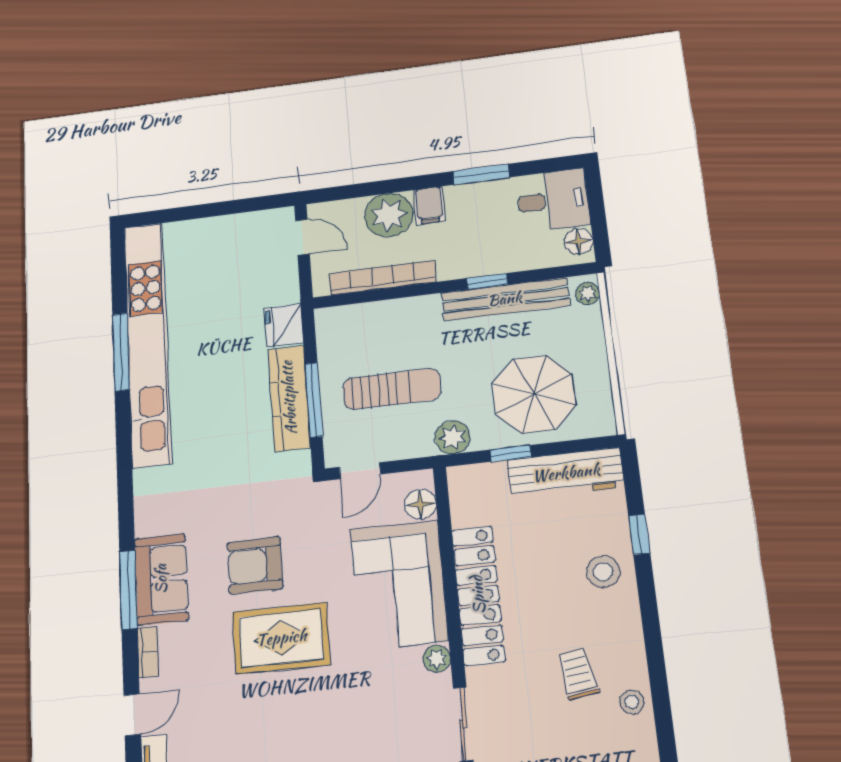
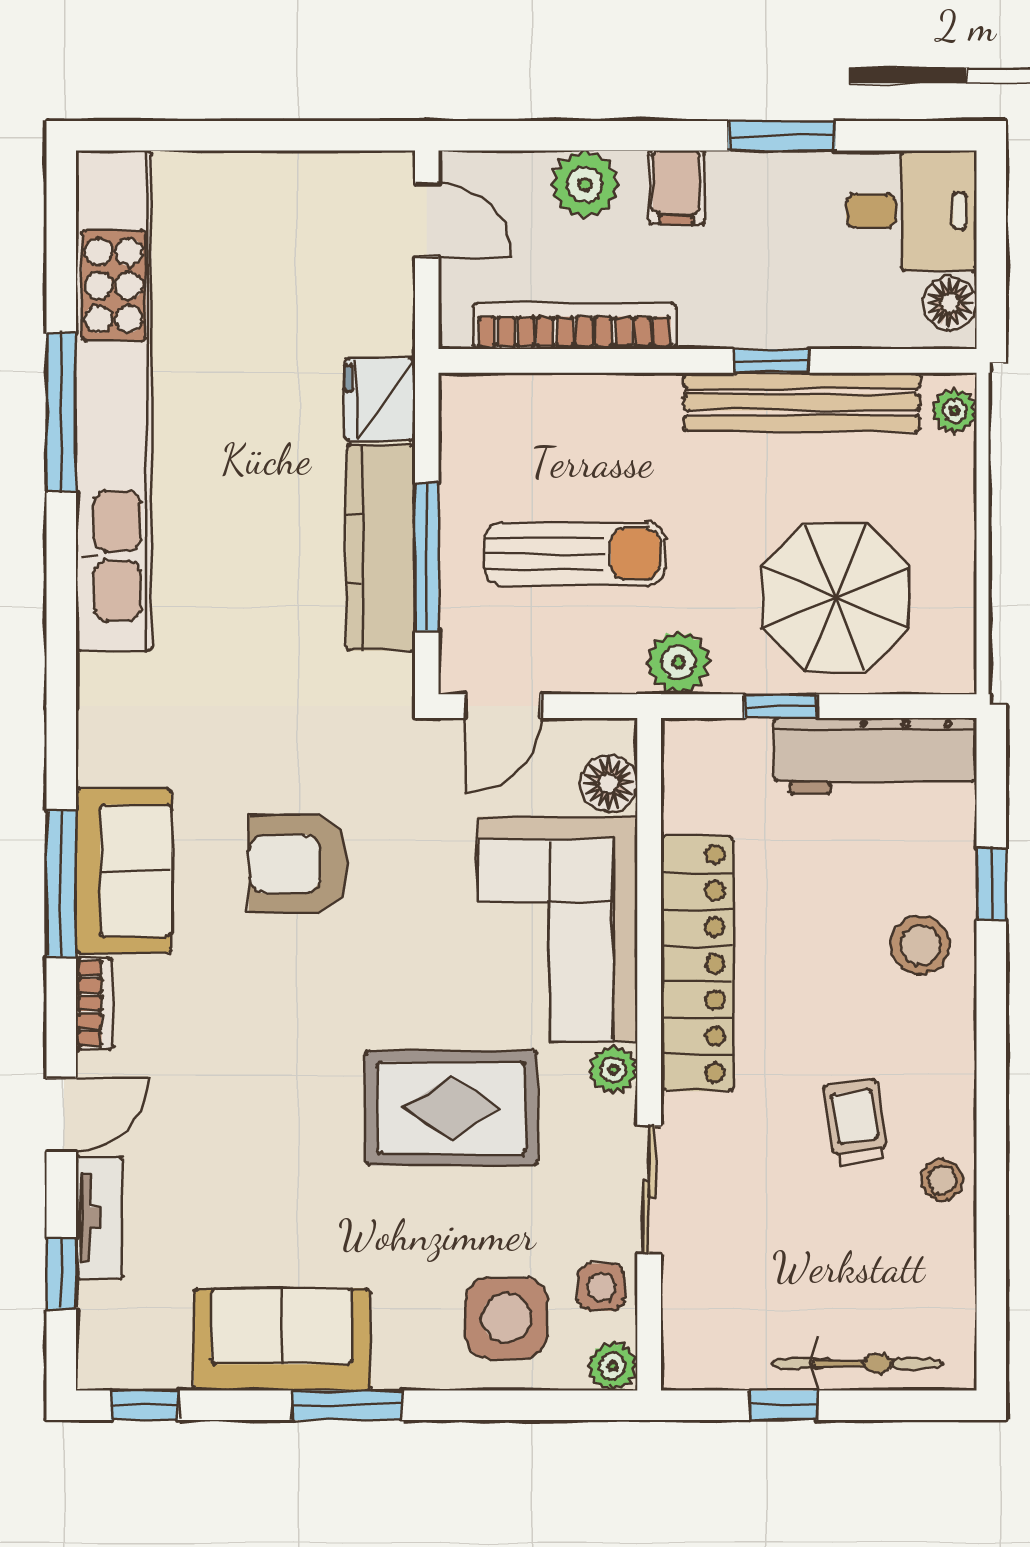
plant: (389, 215) -> (585, 184), width x0.73, depth x0.73
rug: (281, 638) -> (451, 1108), moved

